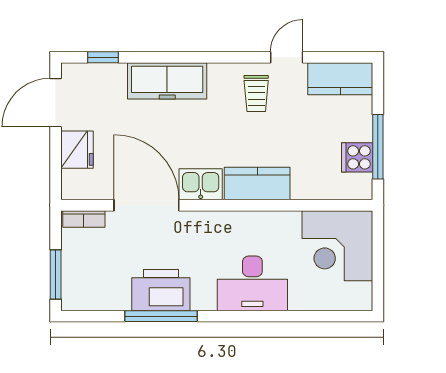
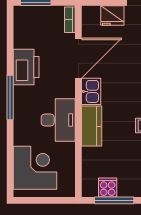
corner desk: (337, 246) -> (35, 168), moved, turned 90
desk: (252, 283) -> (58, 120), moved, turned 180
window: (161, 316) -> (10, 98), moved

